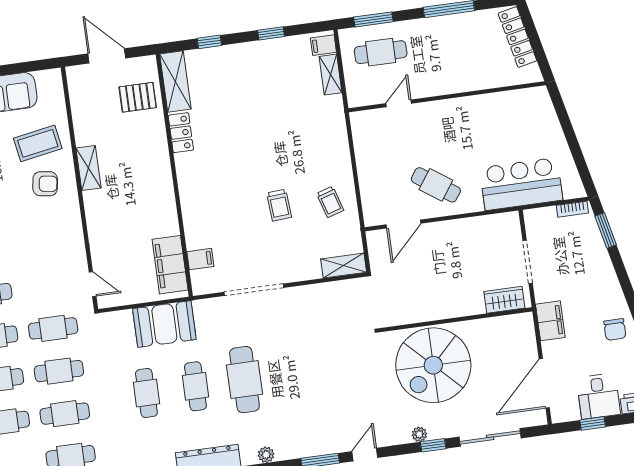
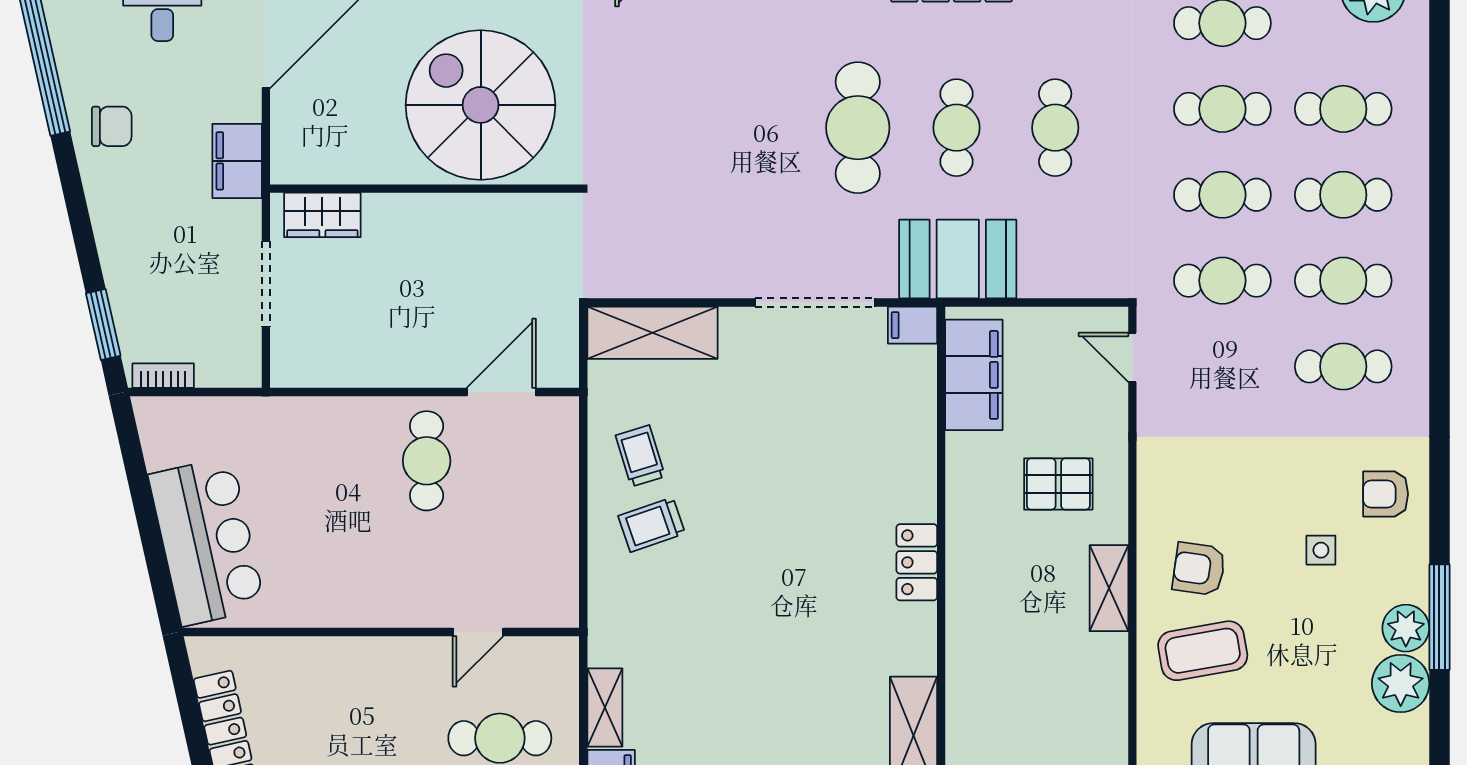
pallet: (138, 97) -> (1058, 484), moved
locker: (181, 133) -> (917, 562), moved
bar counter: (521, 184) -> (207, 541), moved, turned -103
cafe table: (436, 185) -> (427, 461), turned 55
trolley: (279, 205) -> (652, 525), moved, turned -105
filing cabinet: (200, 259) -> (912, 325), moved
shelving: (344, 266) -> (653, 333), width x1.50, depth x1.33
booth: (164, 324) -> (958, 259), moved
chair: (615, 329) -> (112, 126), turned 90
spiral stairs: (433, 365) -> (481, 105), turned -90

